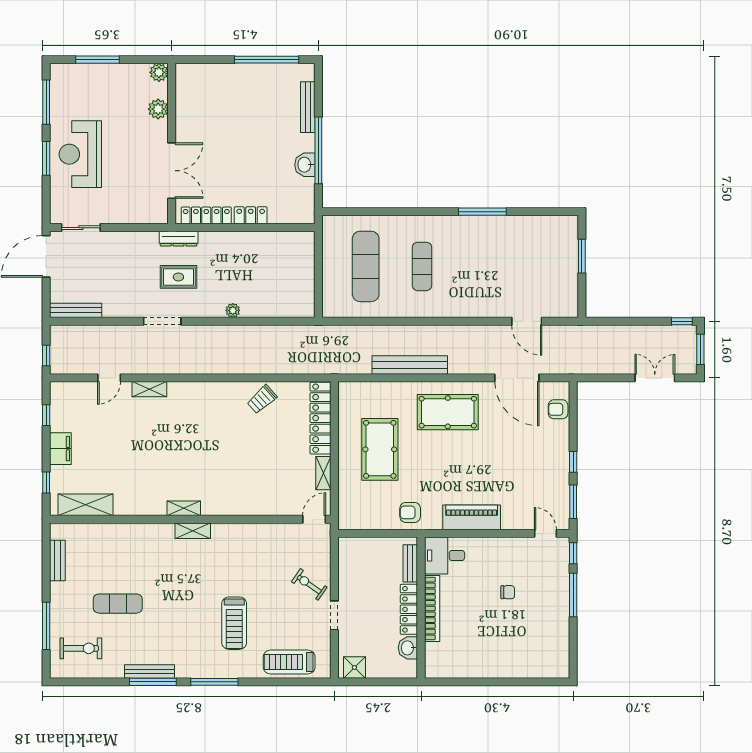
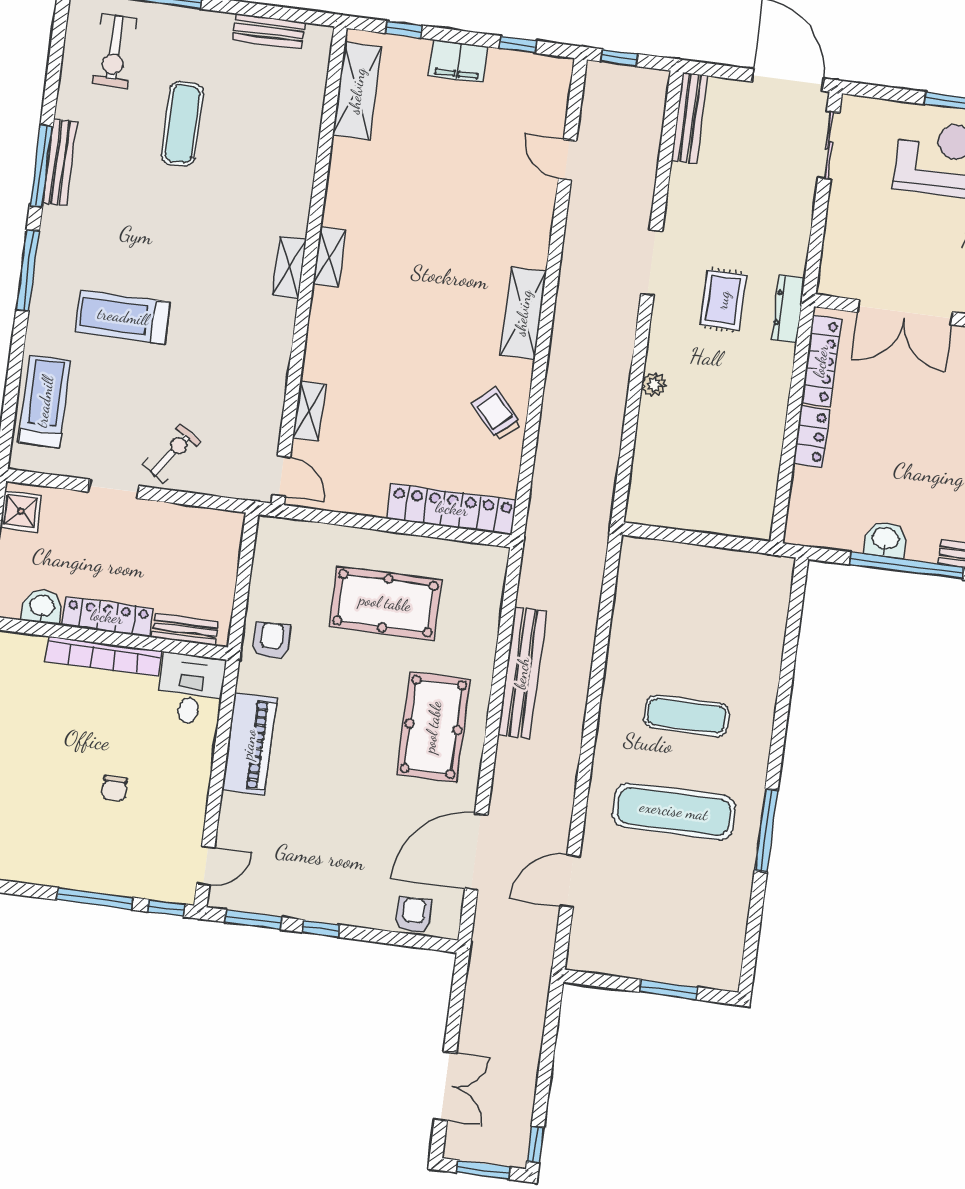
exercise mat: (366, 266) -> (674, 811), moved
shelving: (149, 389) -> (523, 313), moved, width x1.50, depth x1.33
shelving: (323, 473) -> (309, 411), moved, turned 90

